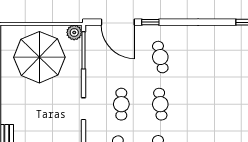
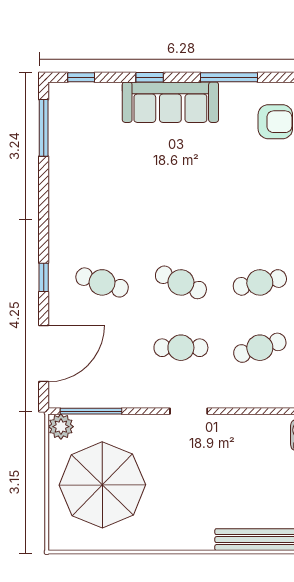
window: (150, 22) -> (44, 277), moved
cafe table: (160, 57) -> (102, 282), turned 30
cafe table: (160, 104) -> (181, 282), turned 30

